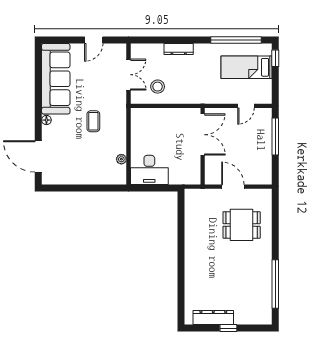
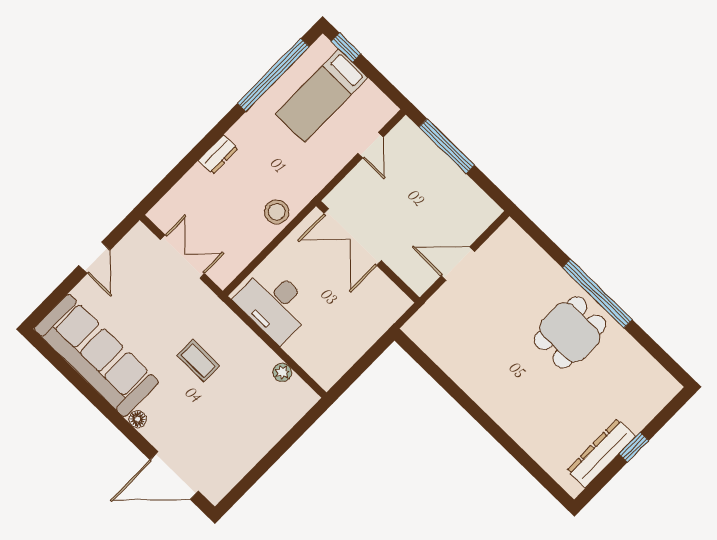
dresser: (179, 49) -> (218, 154), width x0.70
stool: (158, 87) -> (277, 212), moved
double door: (203, 135) -> (353, 237), swing flipped
desk: (149, 170) -> (274, 304), moved, turned 90
dining table: (242, 225) -> (570, 332), moved
window: (275, 284) -> (597, 294), moved

